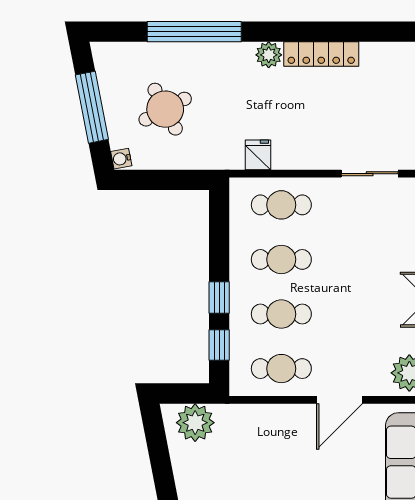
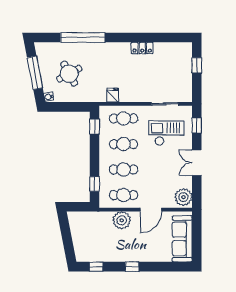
locker: (321, 54) -> (142, 48), width x0.66
plant: (269, 55) -> (118, 48), removed
checkout: (373, 236) -> (166, 133), added
window: (219, 297) -> (94, 127), moved
plant: (195, 423) -> (122, 220), moved

